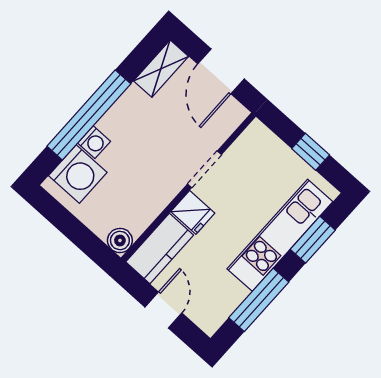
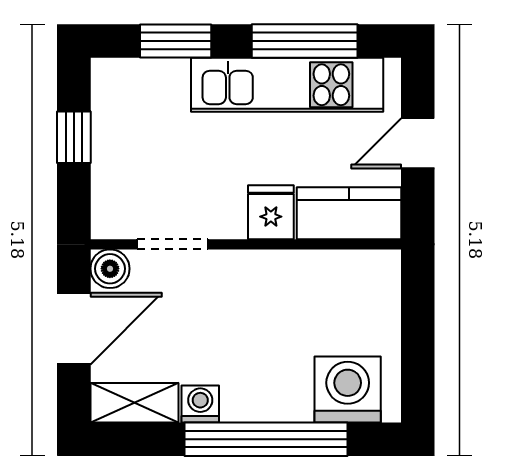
washing machine: (94, 142) -> (200, 404), moved
doorway: (204, 169) -> (173, 244), moved
kitchen unit: (280, 235) -> (287, 85), moved
boiler: (120, 240) -> (110, 269), moved

